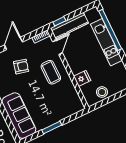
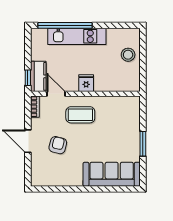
kitchen counter: (69, 26) -> (38, 76), width x0.67
fridge: (82, 78) -> (86, 83), moved
stool: (102, 92) -> (128, 55), moved

